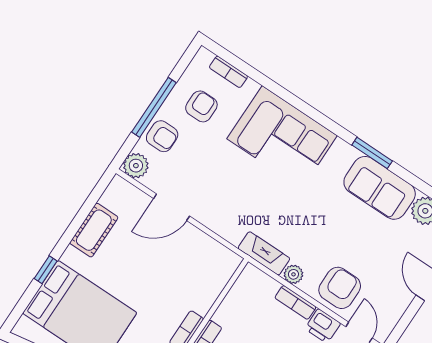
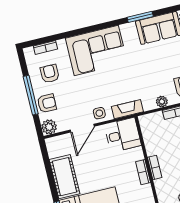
side table: (209, 211) -> (99, 113), added
cot: (94, 230) -> (64, 177), width x1.37, depth x1.34
fireplace: (264, 253) -> (127, 109), moved
desk: (209, 264) -> (123, 135), added

